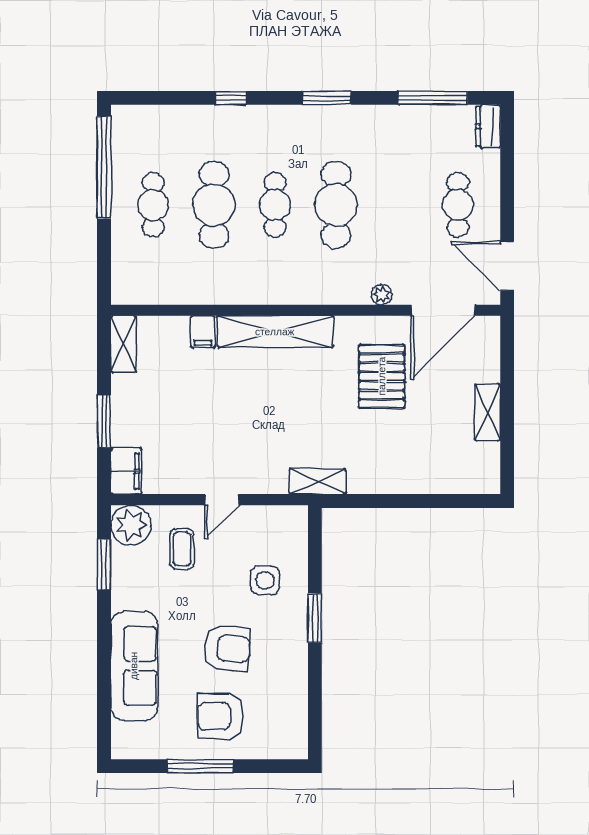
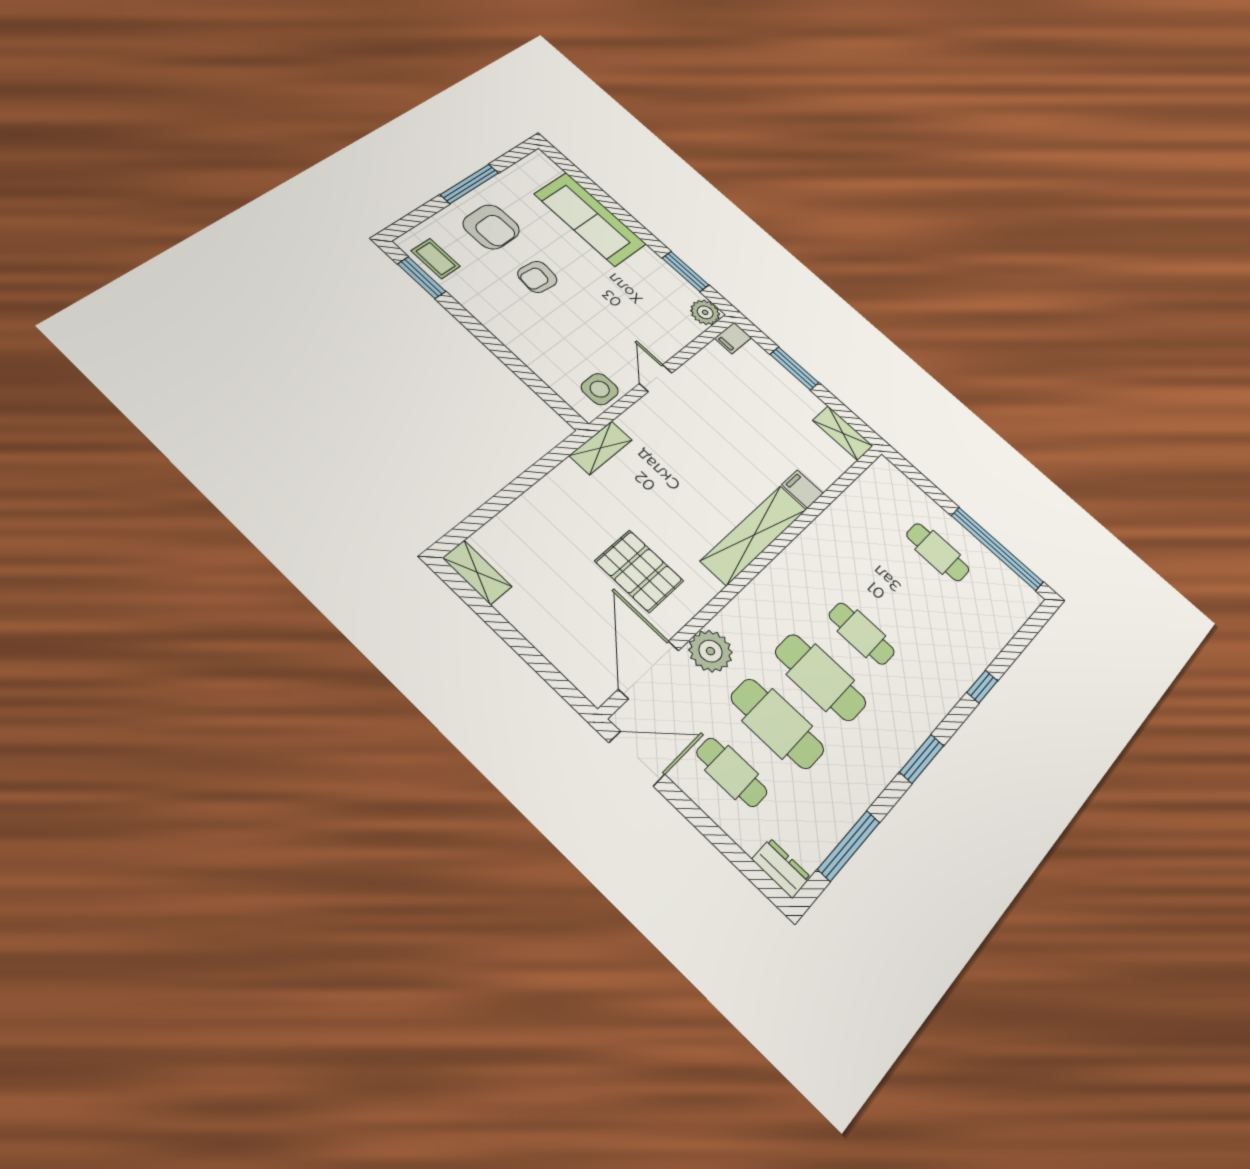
cafe table: (214, 205) -> (777, 723), moved
plant: (382, 295) -> (710, 651), width x1.87, depth x1.87
shelving: (488, 412) -> (477, 572), moved
filing cabinet: (126, 471) -> (733, 338), width x0.50
plant: (131, 525) -> (705, 312), width x0.73, depth x0.73
coffee table: (182, 549) -> (436, 259), moved
side table: (265, 580) -> (600, 389), moved
window: (315, 618) -> (422, 278), moved
armchair: (227, 648) -> (537, 277), width x0.72, depth x0.72
armchair: (220, 716) -> (491, 227), turned 89

